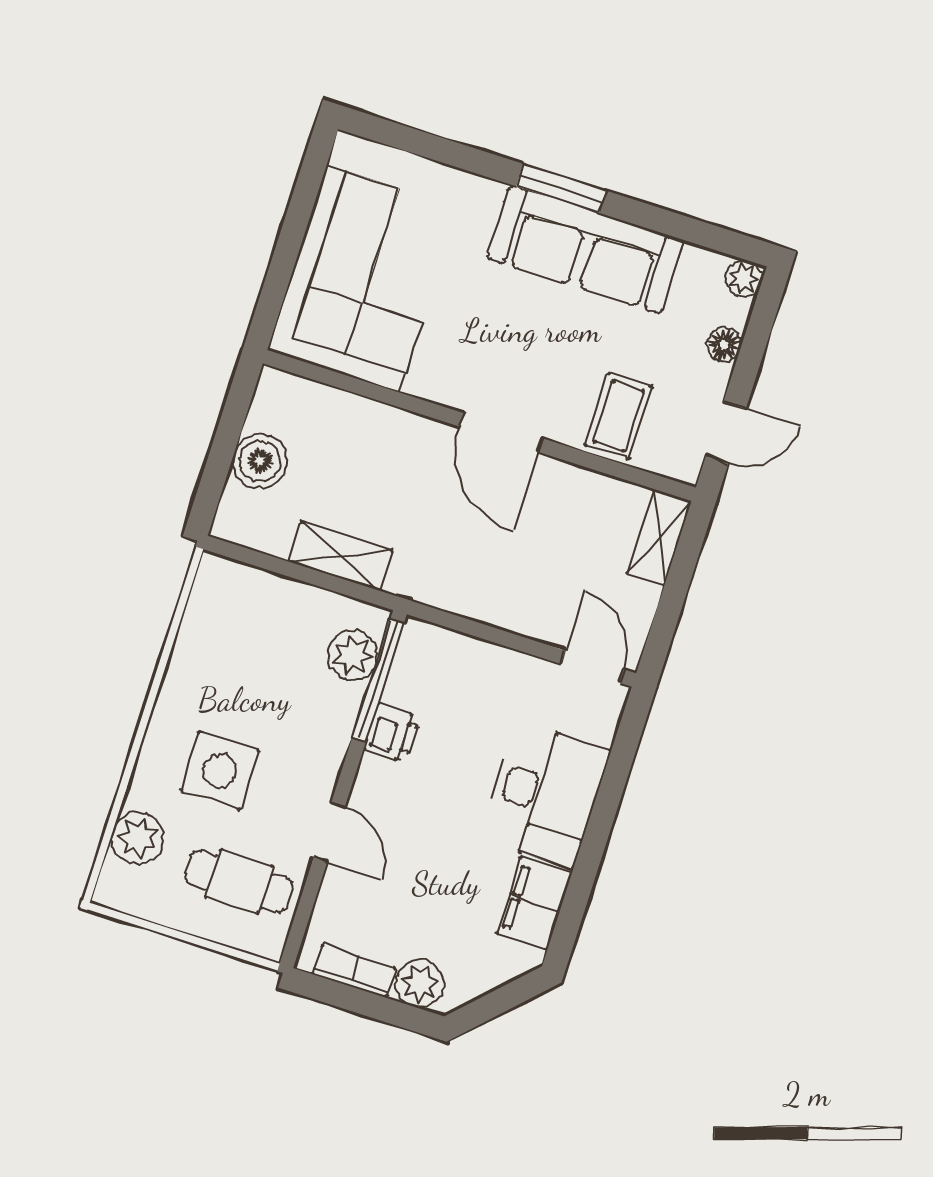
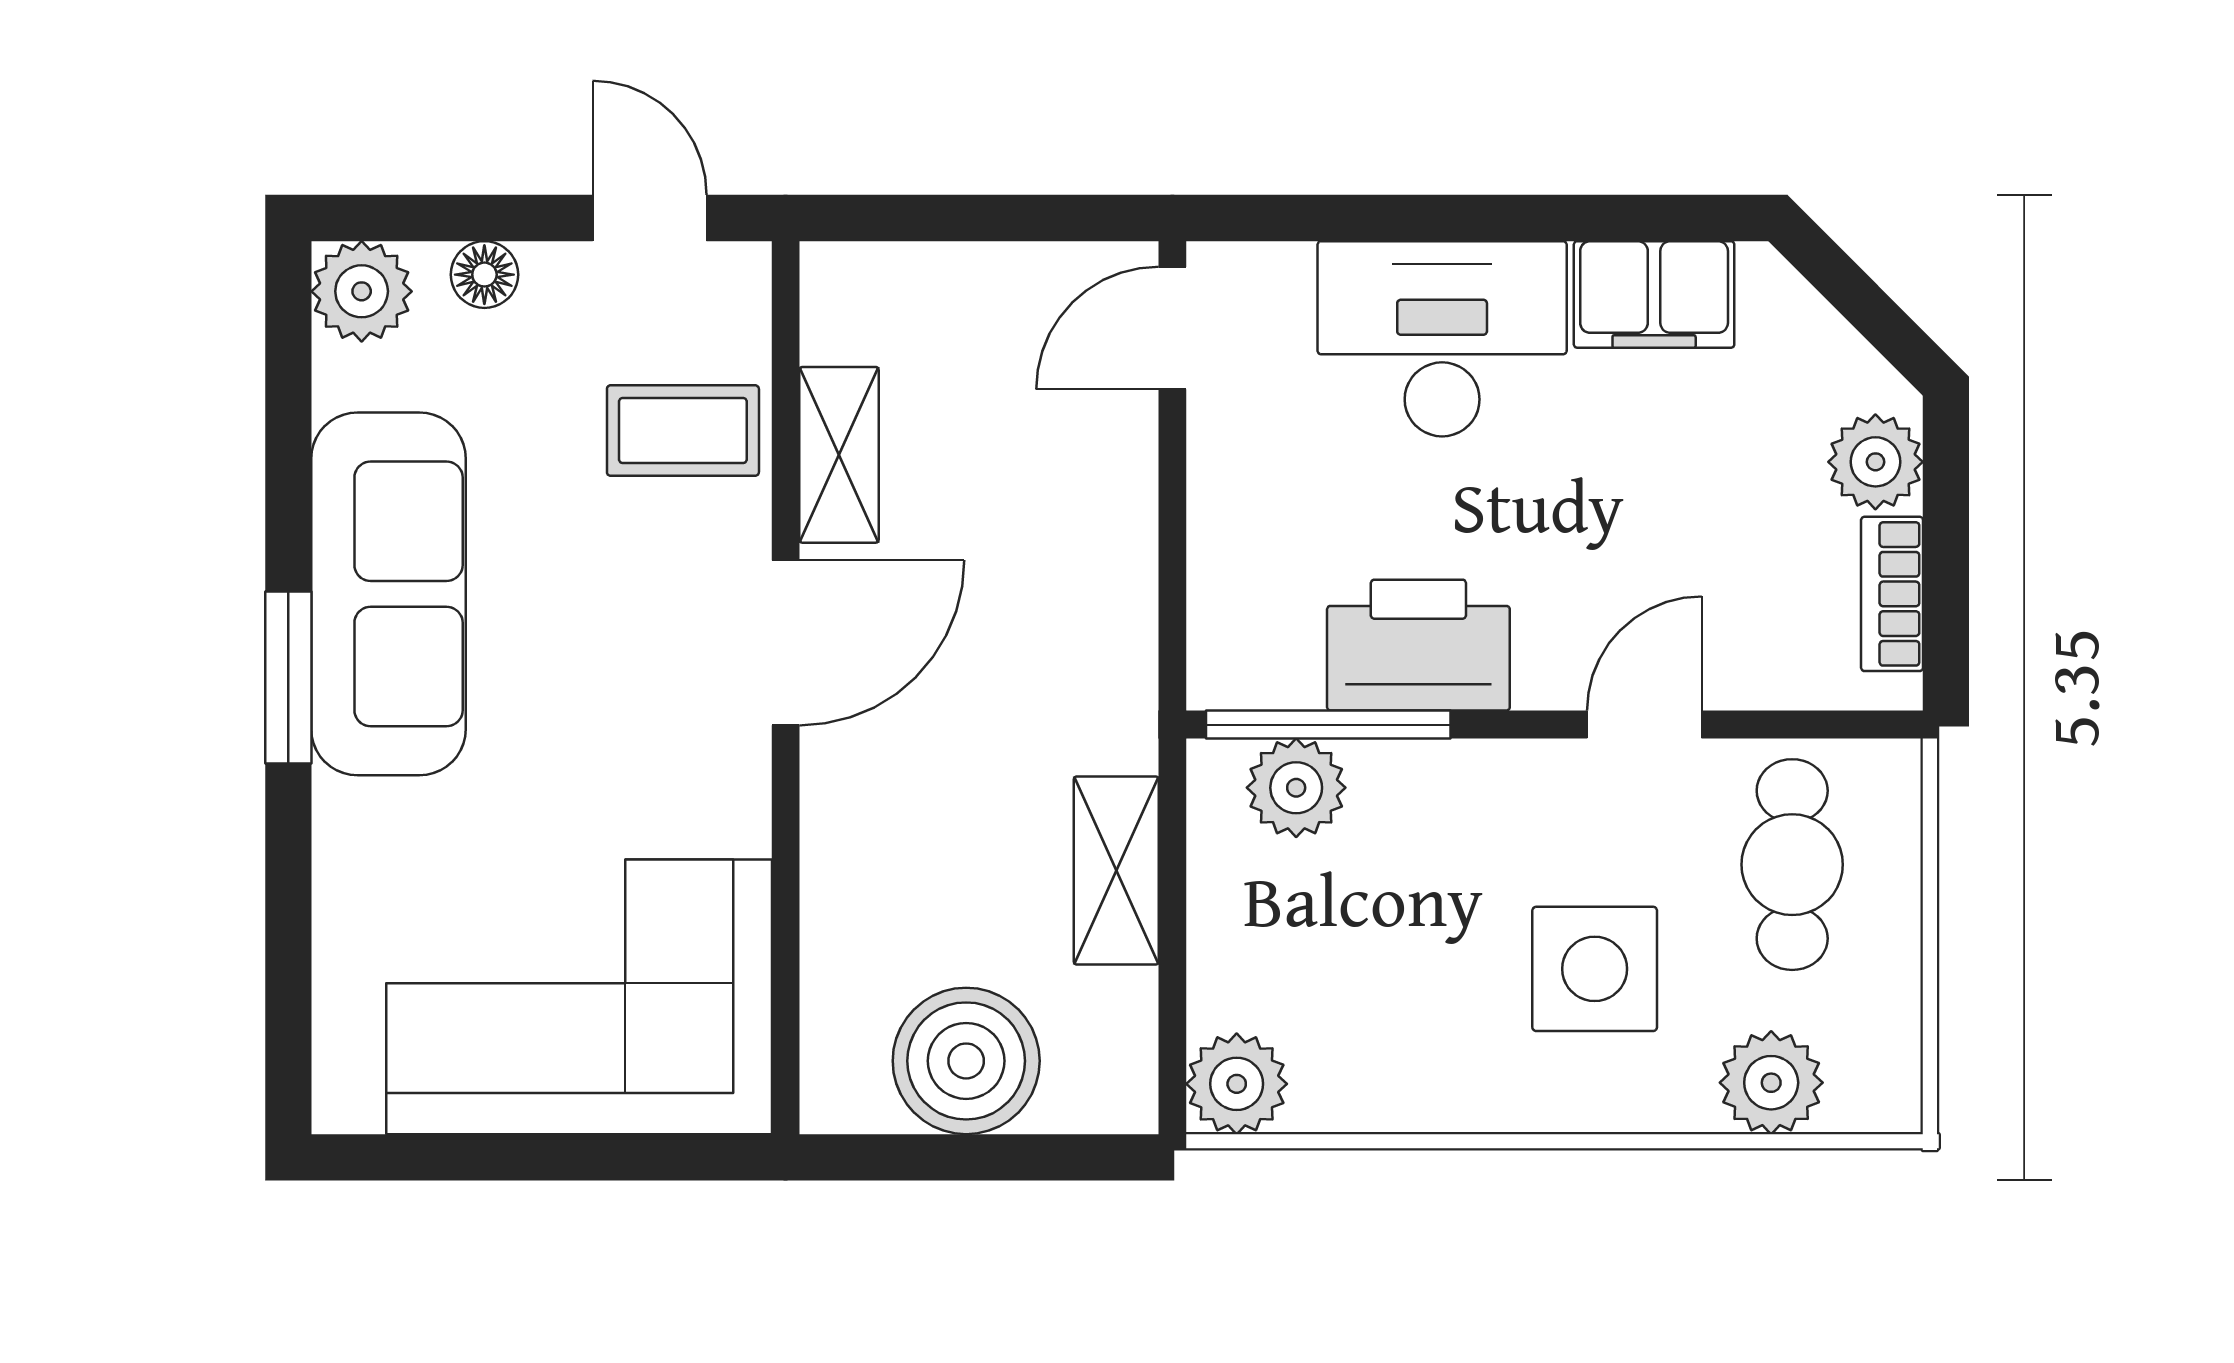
plant: (744, 279) -> (362, 291), width x1.38, depth x1.38
boiler: (260, 461) -> (966, 1061), width x1.37, depth x1.37
shelving: (659, 537) -> (839, 455), moved, turned 90
plant: (220, 581) -> (1237, 1084), added
printer: (392, 733) -> (1418, 645), width x1.87, depth x1.48

